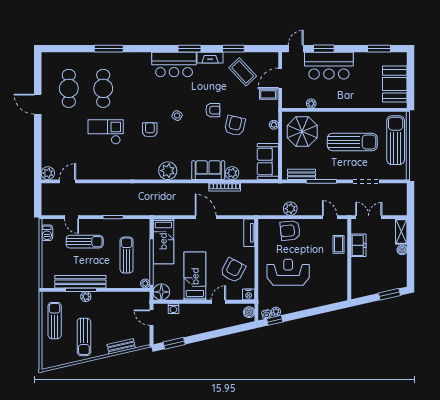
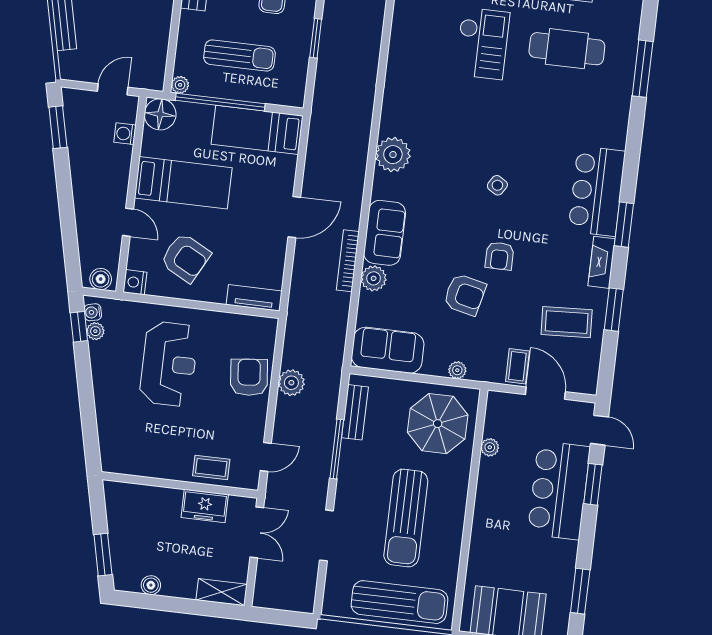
coffee table: (243, 72) -> (567, 322), turned 40
armchair: (150, 130) -> (476, 129), removed
boiler: (402, 250) -> (151, 585), moved

